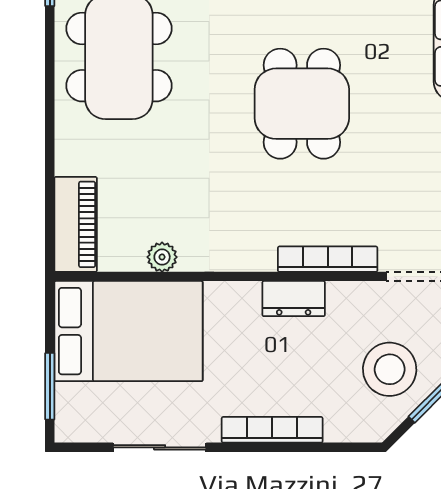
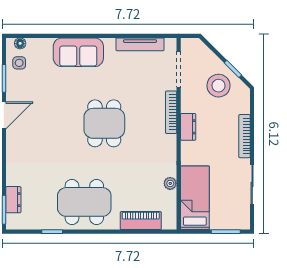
dining table: (302, 104) -> (104, 123), turned 90
piano: (76, 224) -> (141, 221), moved
bed: (129, 331) -> (195, 198), width x0.67

